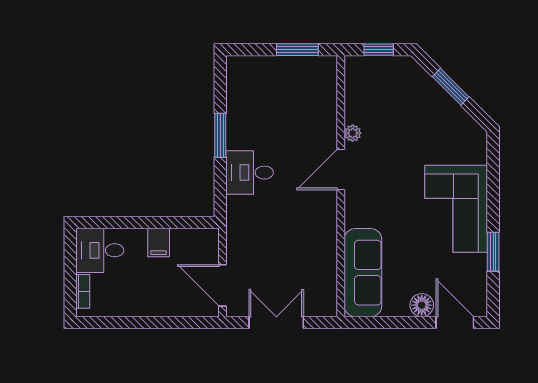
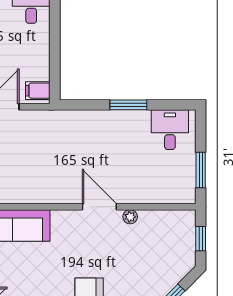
desk: (250, 173) -> (170, 130), moved
filing cabinet: (159, 243) -> (38, 91), moved

